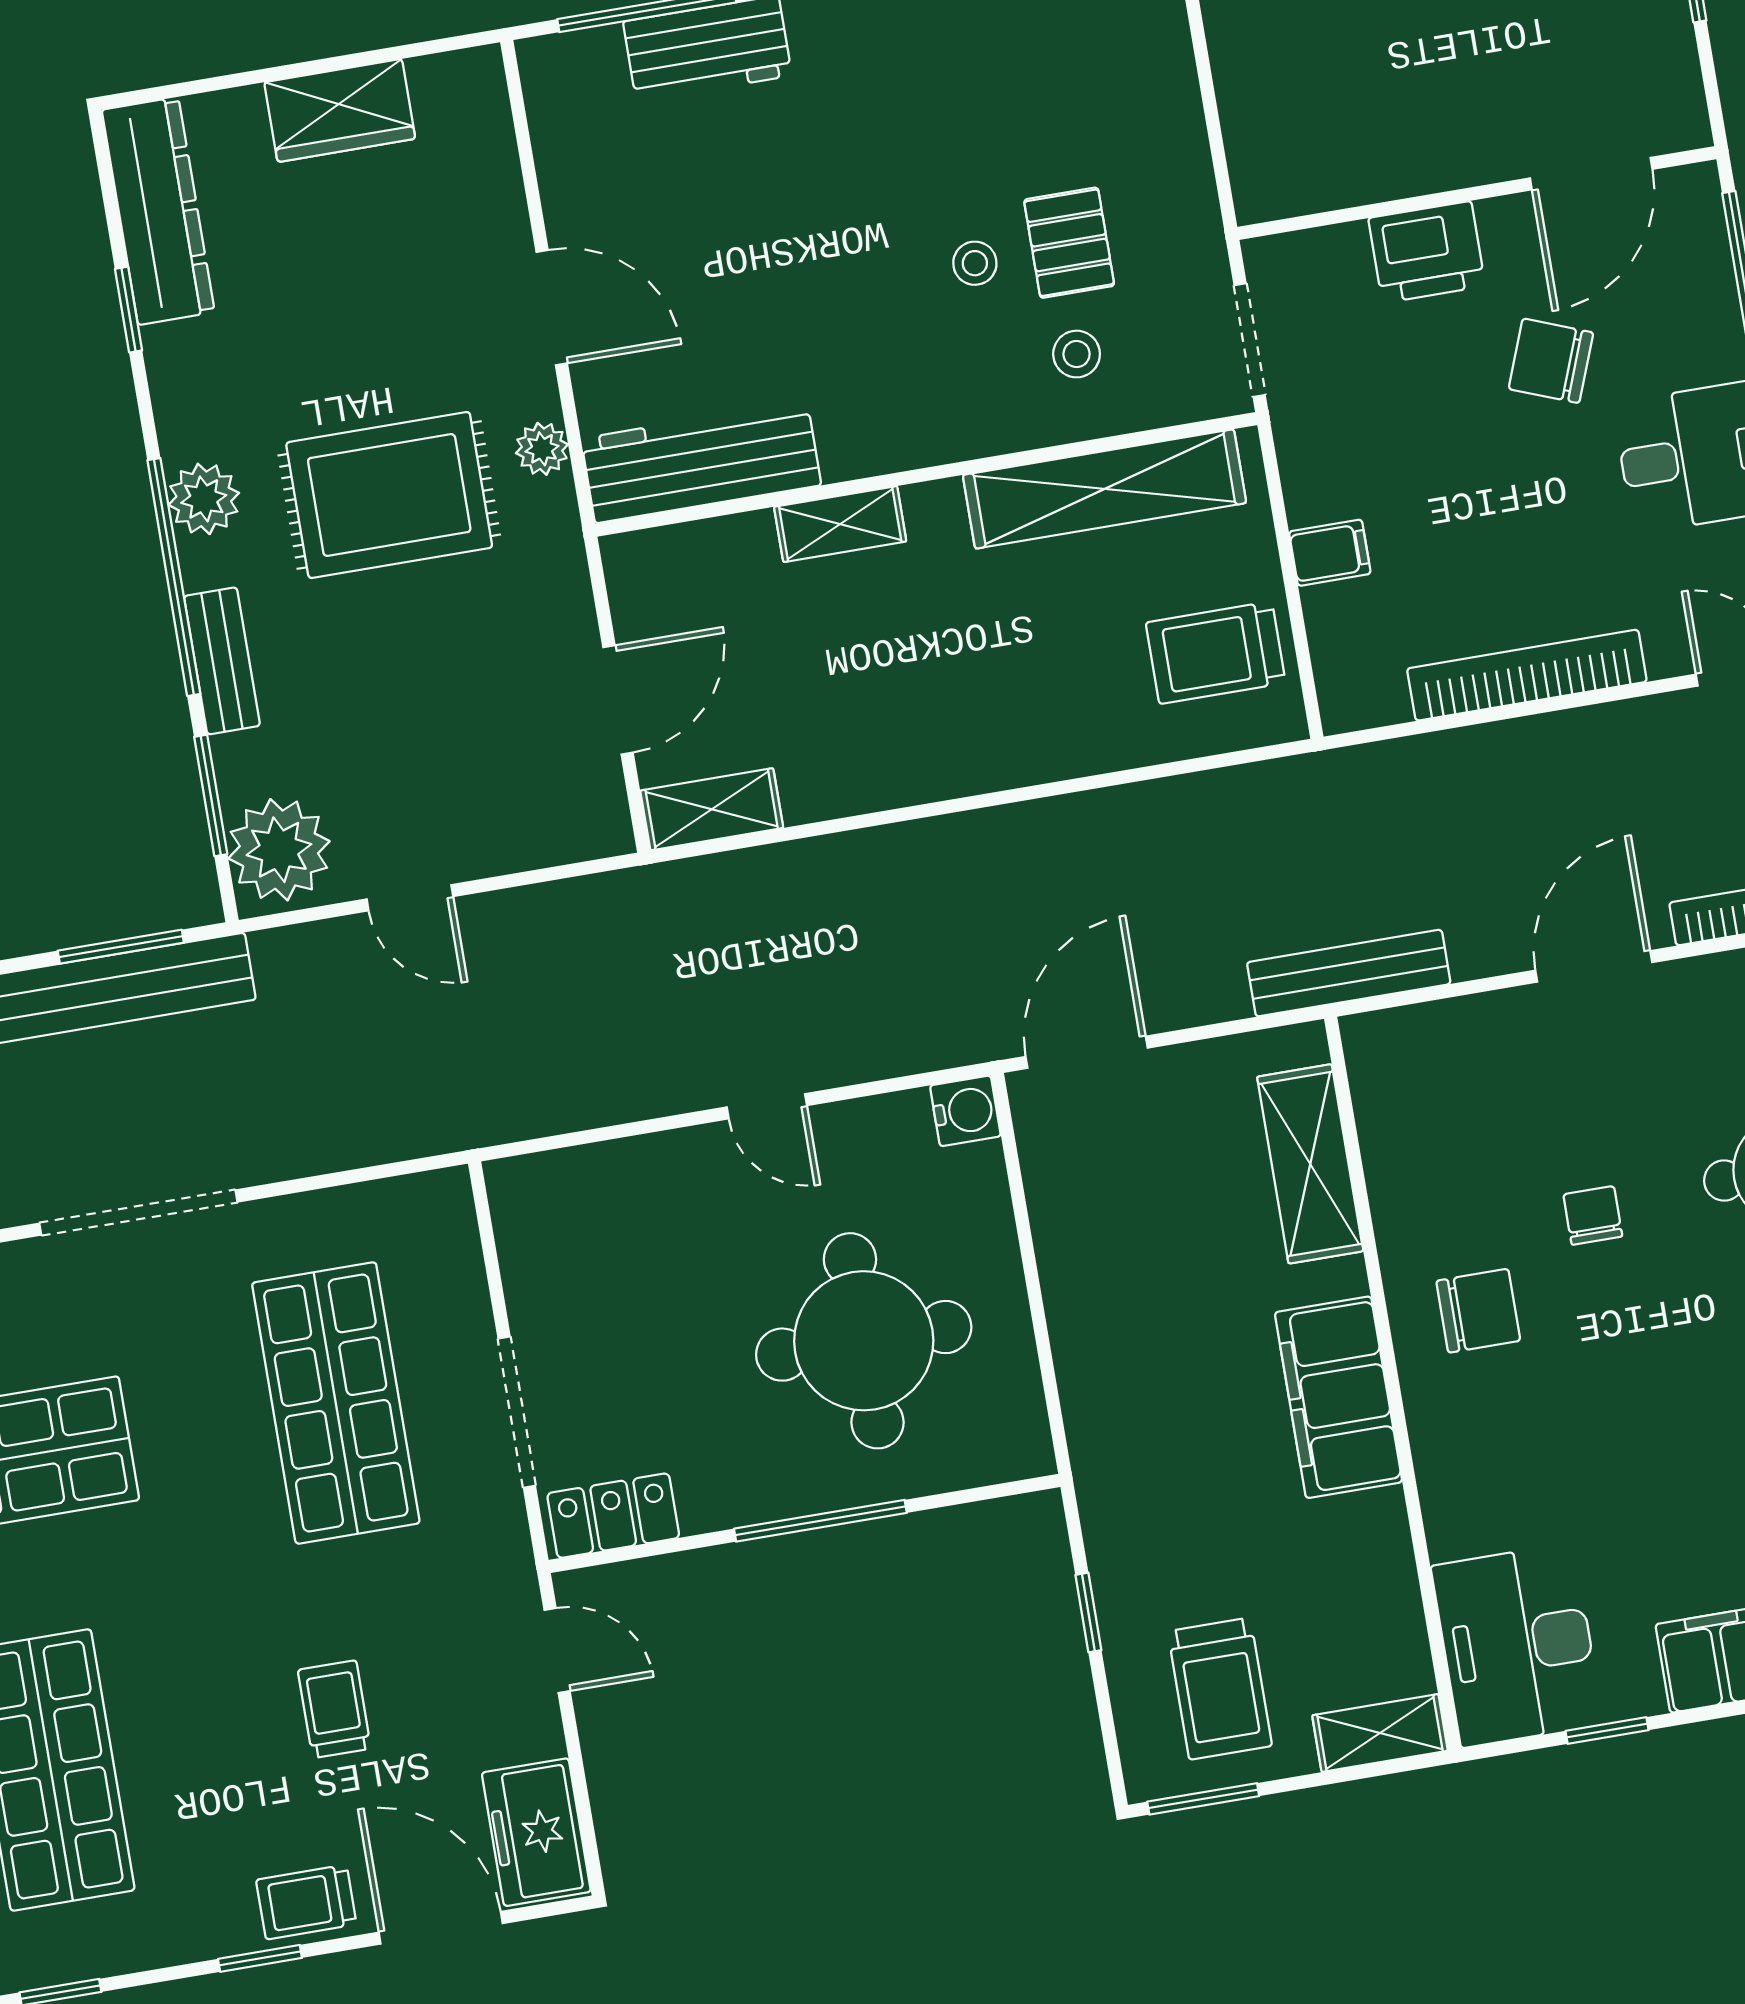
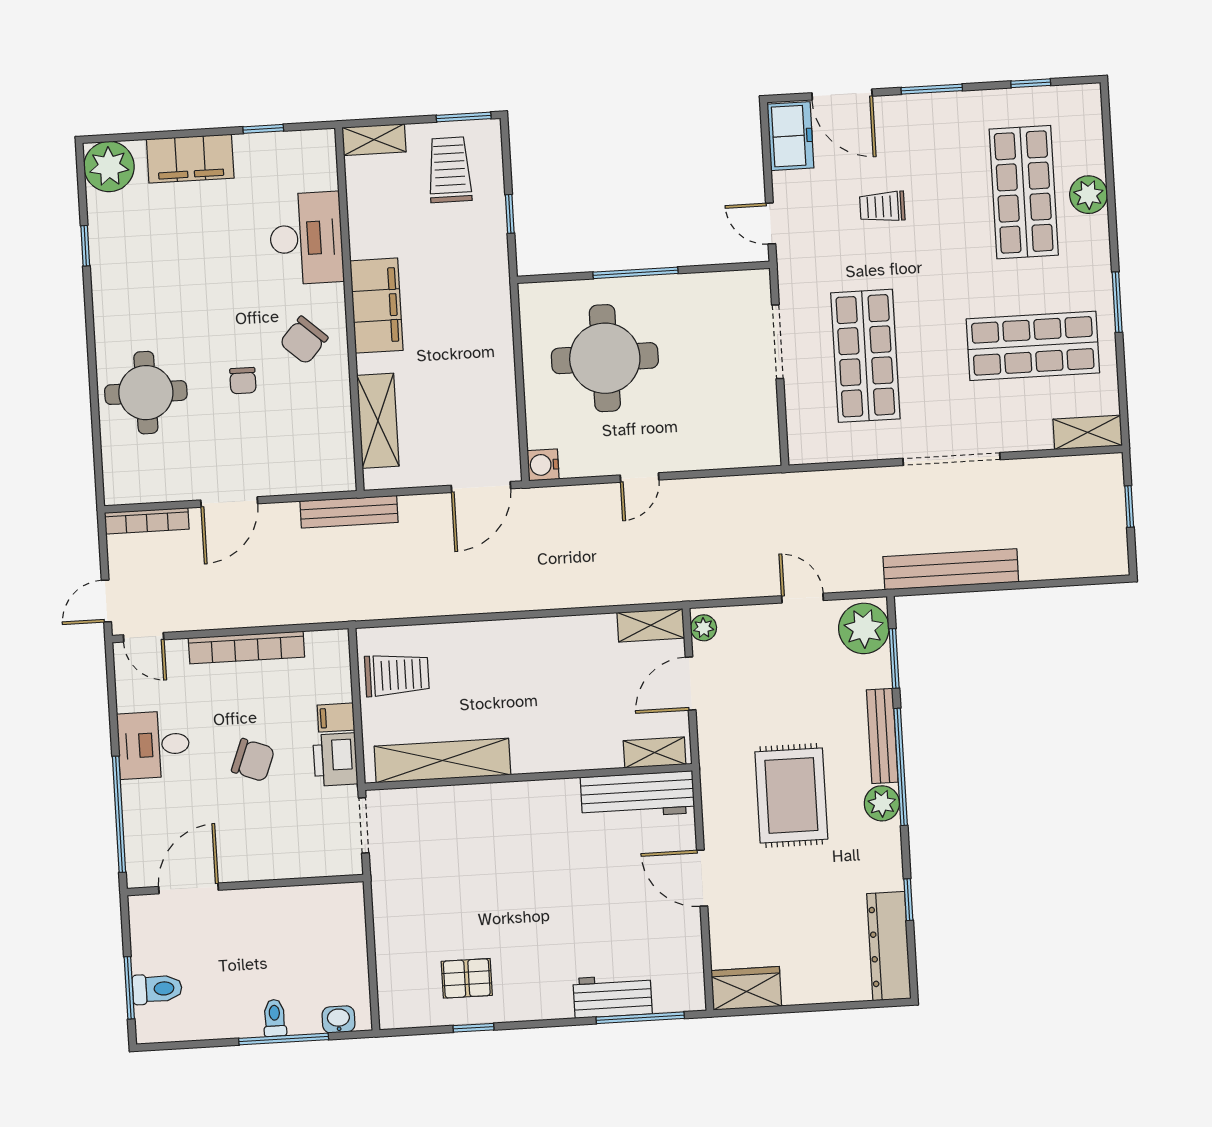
wardrobe: (340, 111) -> (746, 988), moved
pallet: (1069, 243) -> (467, 978), moved, turned 90
printer: (1427, 252) -> (335, 760), moved, turned -90
stool: (975, 263) -> (494, 877), removed
stool: (1077, 354) -> (449, 828), removed
chair: (1551, 361) -> (253, 760), moved
plant: (542, 449) -> (704, 628), moved
rug: (389, 495) -> (791, 795), turned 90
shelving: (840, 524) -> (655, 753), moved
bench: (222, 661) -> (882, 736), width x1.36
window: (121, 947) -> (946, 590), removed
door: (767, 1106) -> (640, 478), swing flipped
chair: (1478, 1311) -> (304, 340), turned -48
locker: (613, 1516) -> (736, 286), removed
desk: (1517, 1645) -> (306, 238), moved
trolley: (334, 1709) -> (882, 207), turned 90
trolley: (306, 1902) -> (906, 114), removed
window: (260, 1958) -> (932, 89), width x1.50

